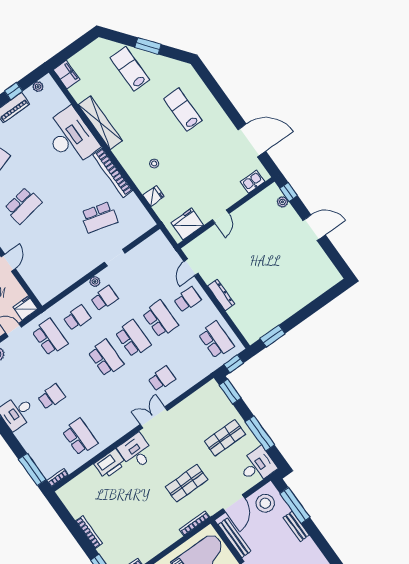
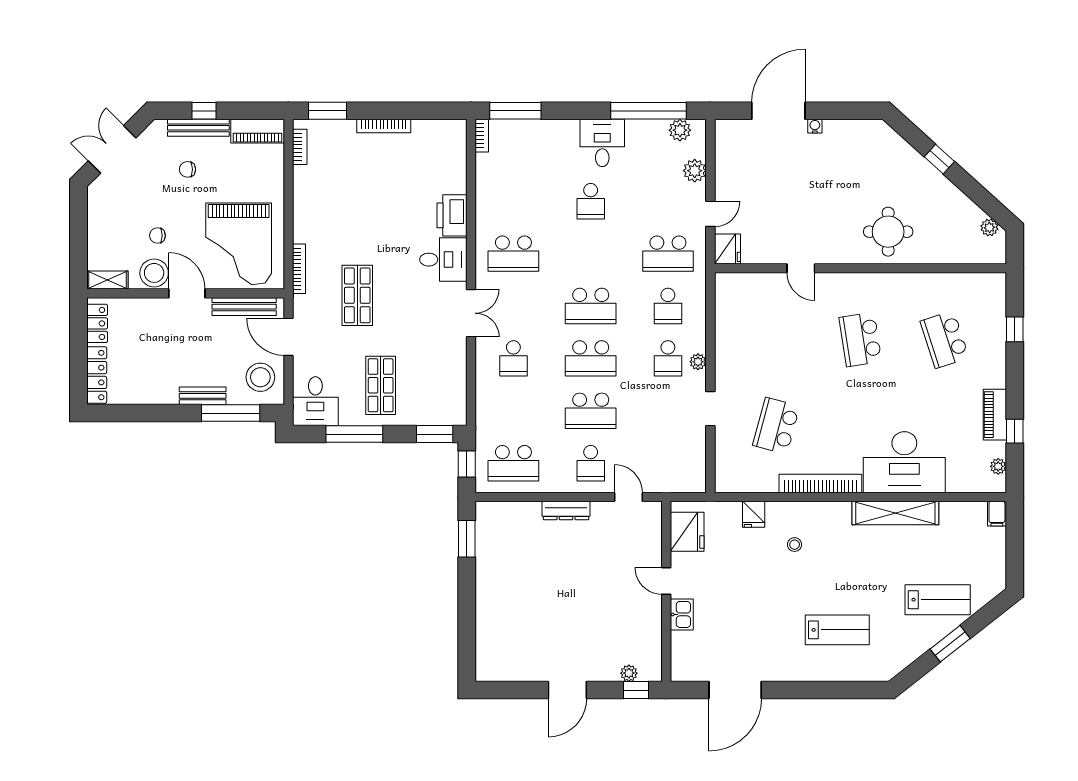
filing cabinet: (67, 75) -> (997, 514), width x0.50
kitchen sink: (253, 182) -> (682, 614), moved
school desk: (80, 437) -> (513, 254), moved

